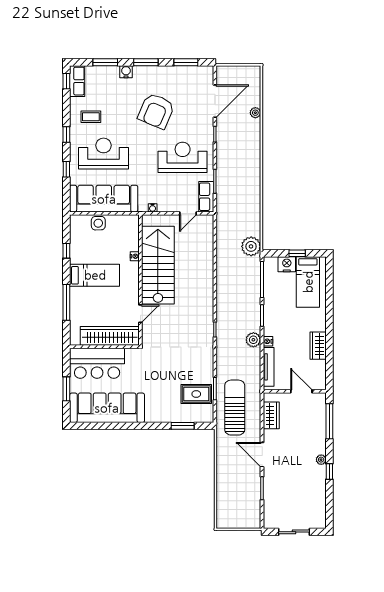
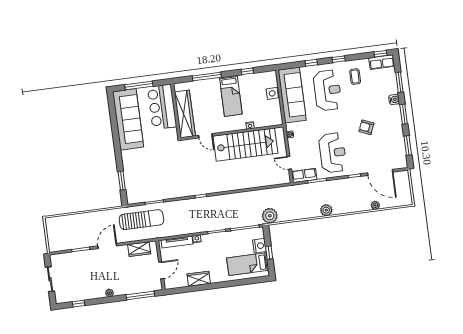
armchair: (156, 111) -> (366, 127), width x0.53, depth x0.53
plant: (253, 340) -> (326, 210), moved
window: (66, 389) -> (139, 85), width x1.44
rug: (196, 394) -> (148, 188), removed
window: (329, 472) -> (78, 304), moved

